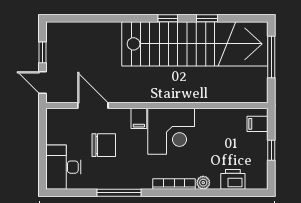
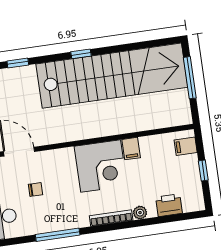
window: (207, 18) -> (18, 63), moved
filing cabinet: (139, 118) -> (131, 149), moved
chair: (104, 145) -> (35, 189), width x0.54, depth x0.54

